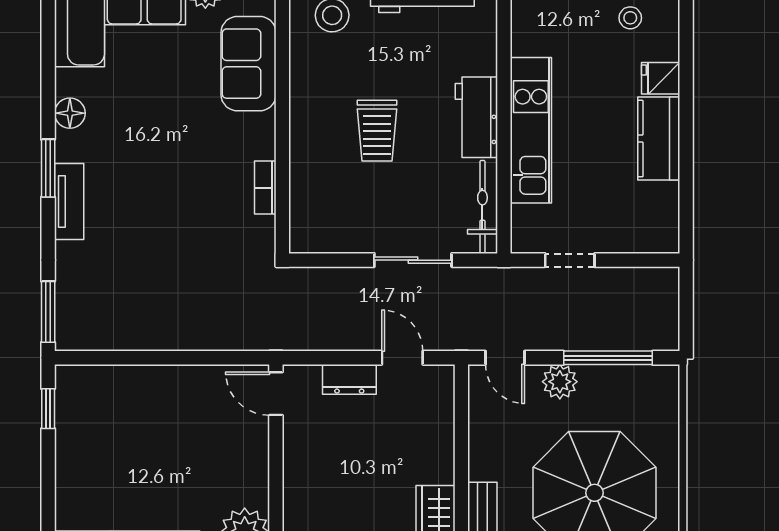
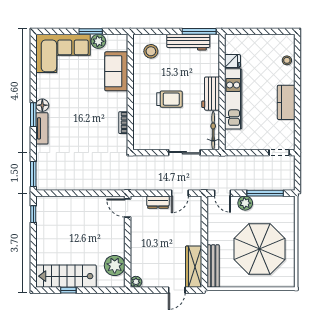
stool: (630, 18) -> (287, 60), moved
fridge: (661, 78) -> (233, 61), moved, turned 180
floor lamp: (70, 113) -> (42, 105), moved
trolley: (377, 131) -> (169, 99), turned -90
doorway: (570, 260) -> (279, 153), moved
door: (402, 358) -> (180, 193), swing flipped

